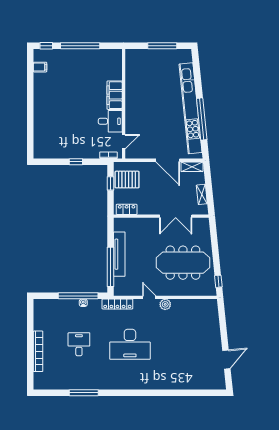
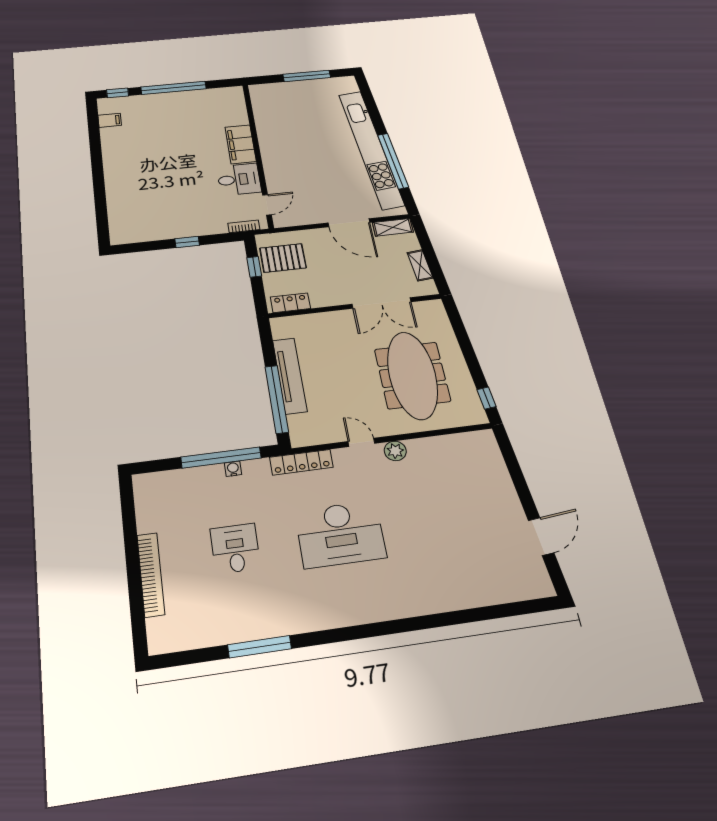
meeting table: (183, 263) -> (412, 375), turned 90

